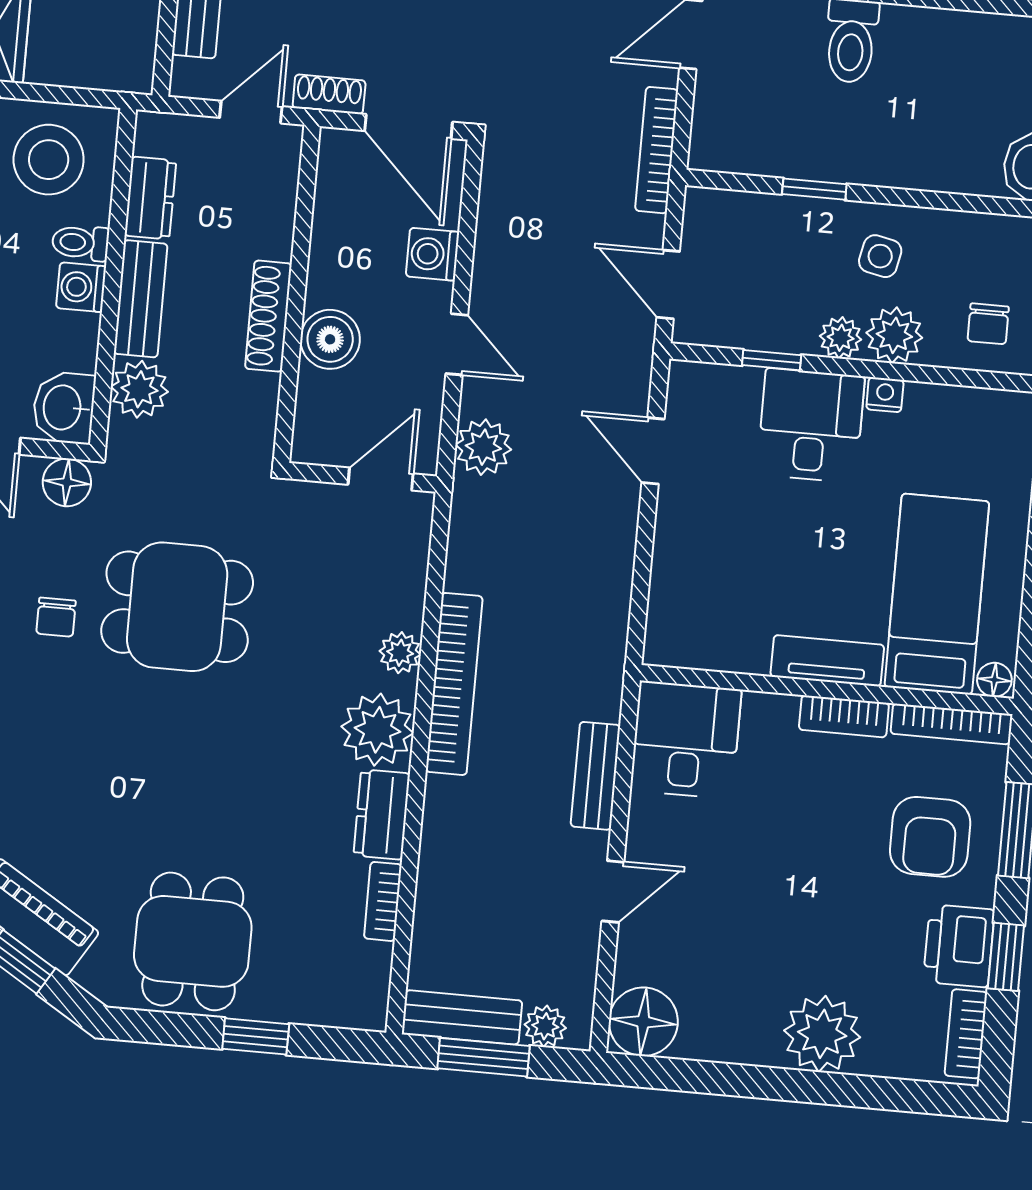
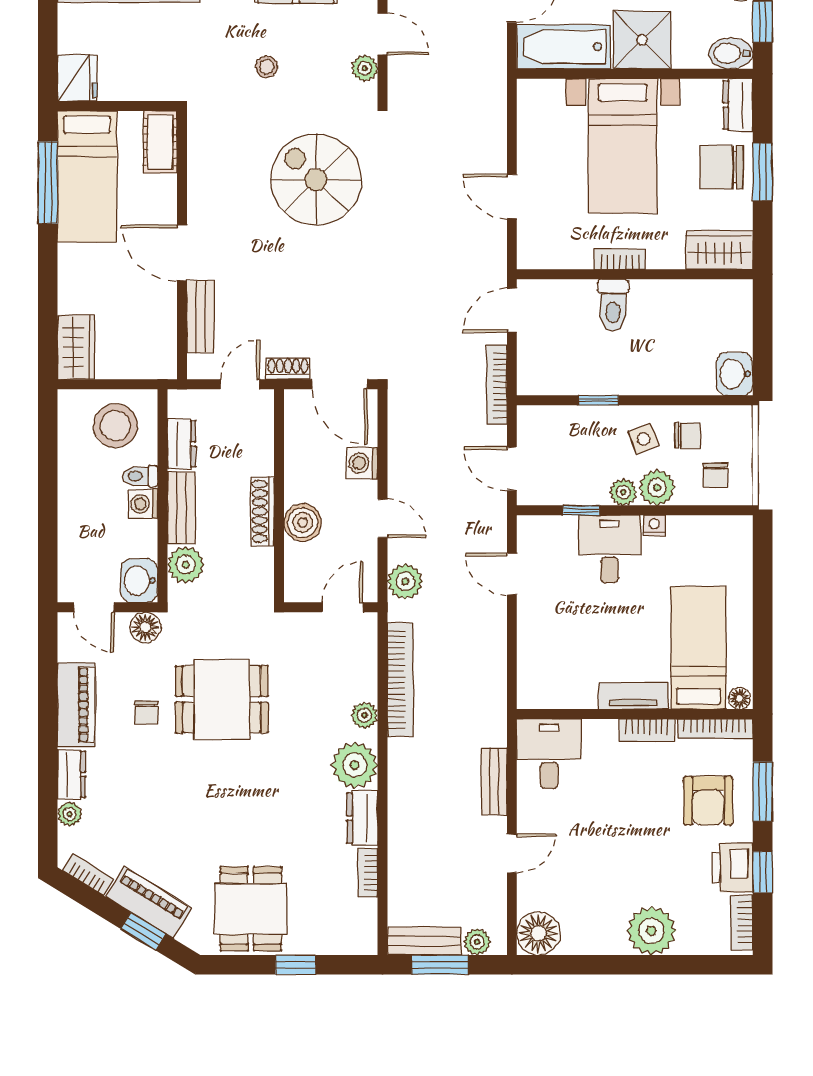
side table: (880, 256) -> (644, 439), turned -33
chair: (950, 257) -> (687, 435), added
bookcase: (454, 684) -> (400, 680), moved

